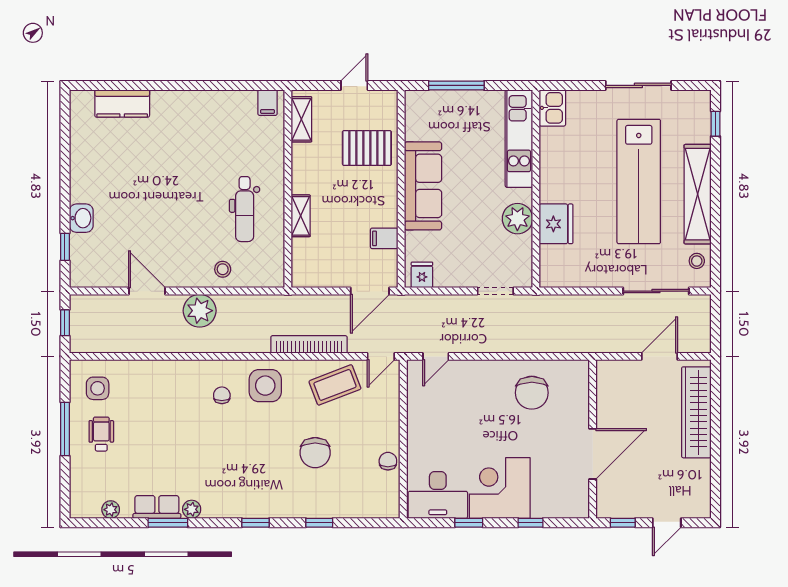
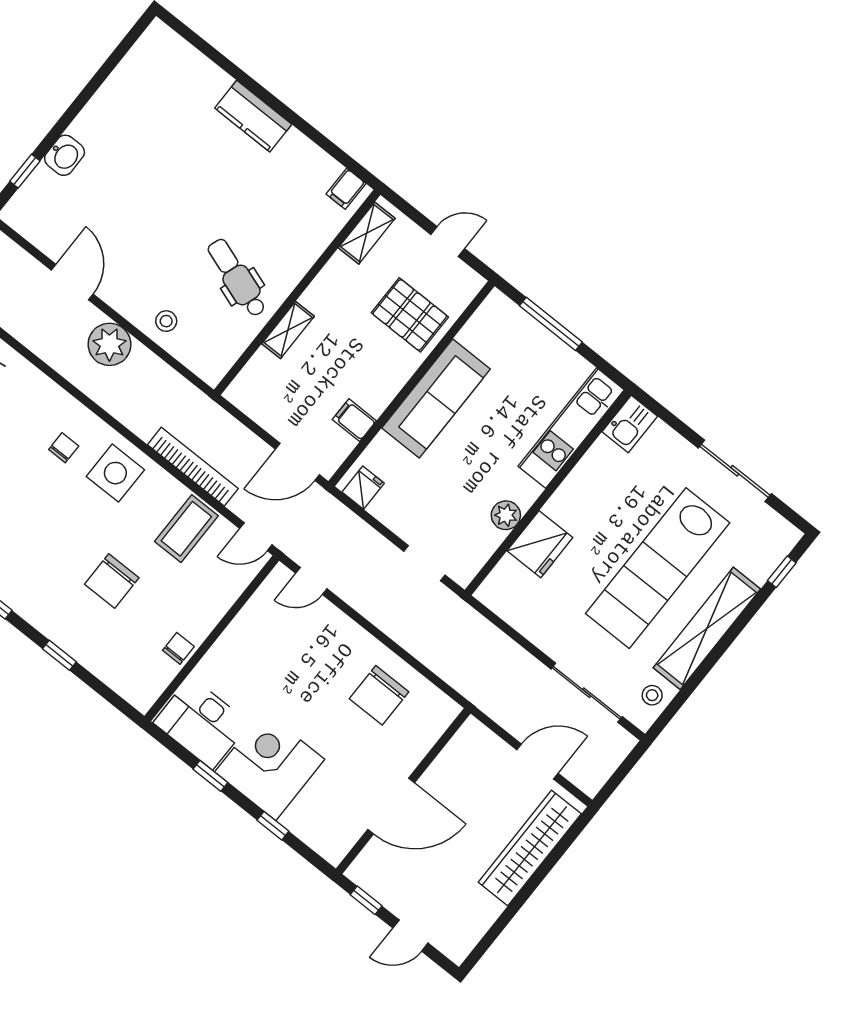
kitchen counter: (122, 103) -> (253, 116), moved
dental chair: (245, 209) -> (237, 278), turned 109
plant: (517, 219) -> (506, 515), width x0.73, depth x0.73
coffee table: (335, 385) -> (186, 529), turned -69

